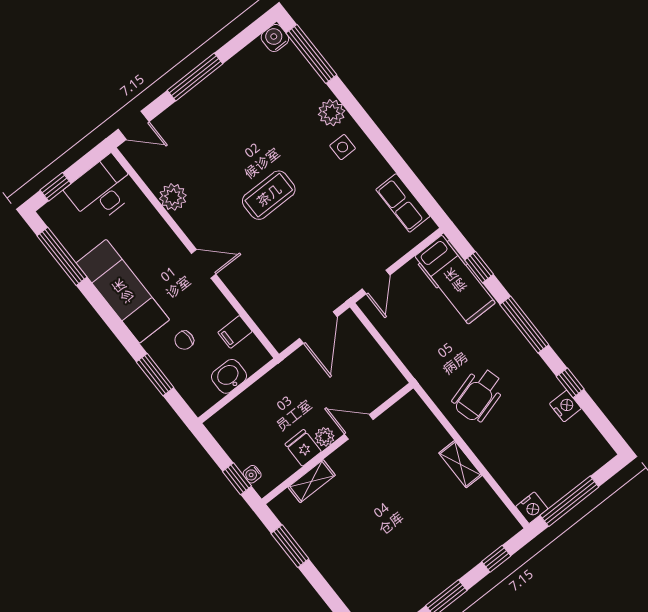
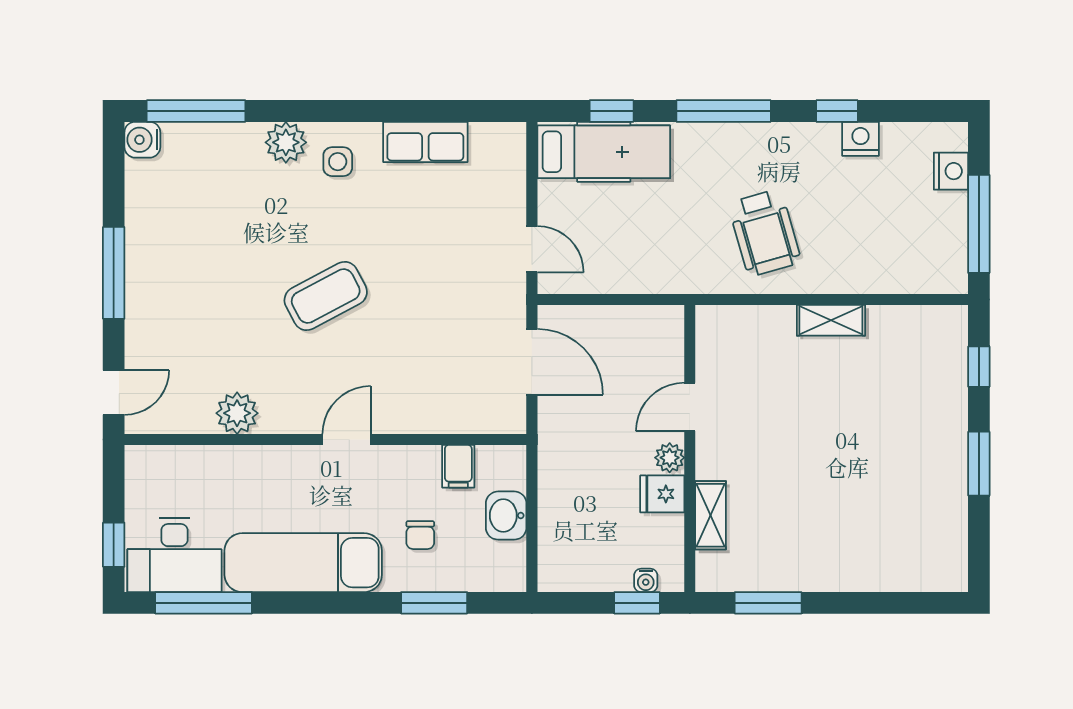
desk: (102, 190) -> (174, 555), moved, turned -90
coffee table: (269, 195) -> (326, 296), turned 62
row of seats: (403, 203) -> (425, 142), moved
nightstand: (532, 508) -> (951, 171), moved

